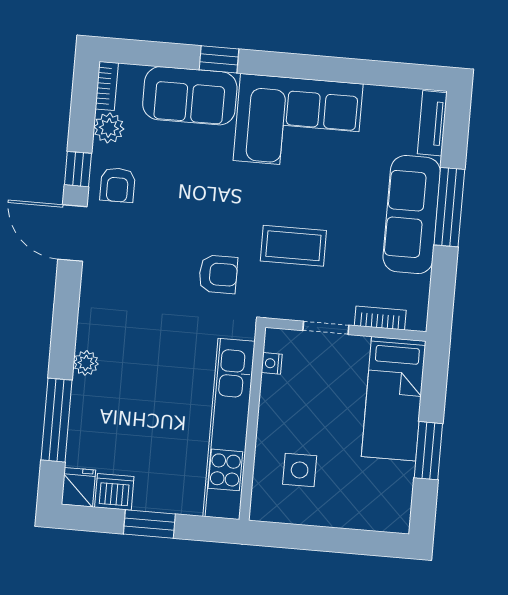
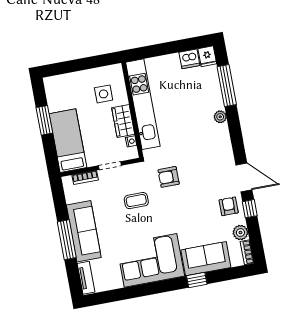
coffee table: (293, 246) -> (136, 201), width x0.73, depth x0.77
wardrobe: (276, 407) -> (123, 121), added
window: (149, 524) -> (168, 48), removed

